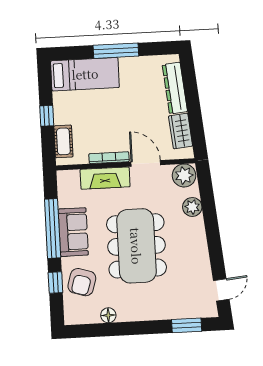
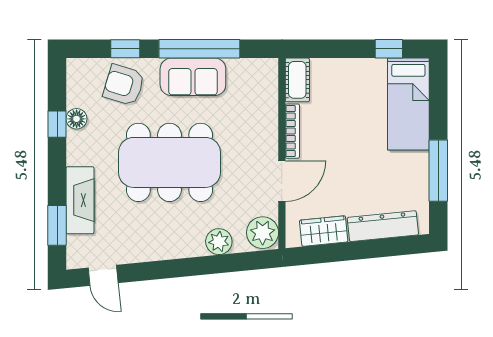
window: (116, 51) -> (438, 171), moved
window: (47, 116) -> (389, 49), moved
cot: (63, 141) -> (297, 80), moved, turned 90
fireplace: (105, 178) -> (80, 200), moved, turned 180
window: (113, 329) -> (57, 124), added

